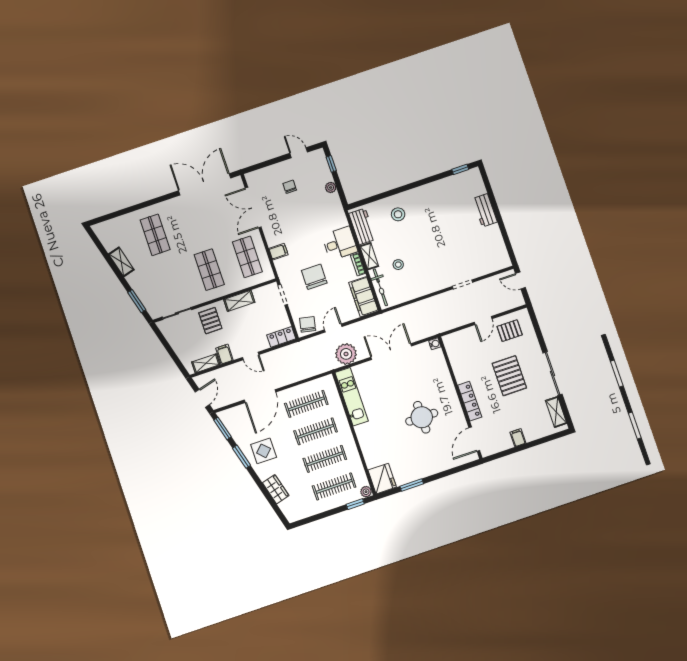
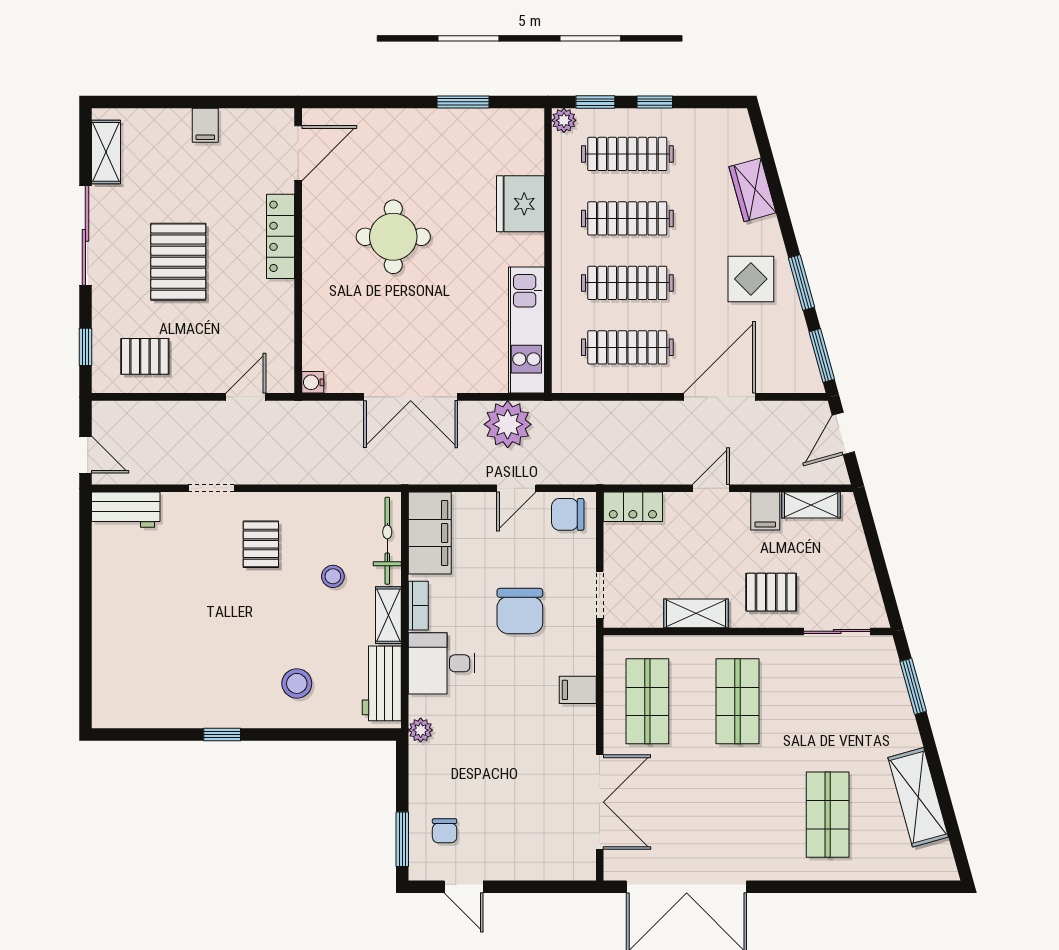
window: (331, 164) -> (402, 839), width x1.50
window: (460, 169) -> (222, 734), moved
chair: (290, 187) -> (445, 831), moved
plant: (331, 187) -> (421, 730), moved
workbench: (485, 210) -> (126, 510), moved, turned 90
shelving: (121, 262) -> (918, 797), width x1.50, depth x1.33
pallet: (433, 268) -> (261, 544), added
door: (483, 320) -> (246, 397), moved
pallet: (210, 321) -> (771, 592), turned 90
chair: (308, 324) -> (568, 514), turned 78
window: (536, 326) -> (85, 347), added
door: (251, 356) -> (711, 488), hinge flipped
fridge: (382, 479) -> (520, 204), moved
window: (330, 513) -> (655, 102), added

